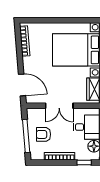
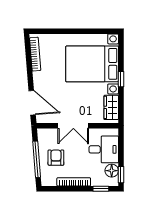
armchair: (44, 134) -> (56, 158), turned 90

